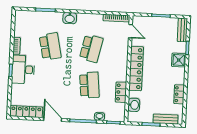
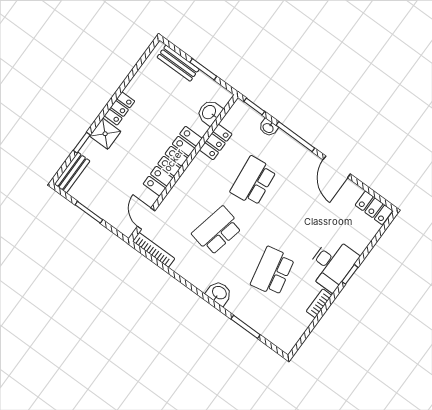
locker: (179, 94) -> (119, 108), moved
locker: (26, 112) -> (374, 208), width x0.66

